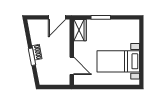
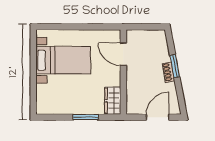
door: (57, 17) -> (158, 117), moved

